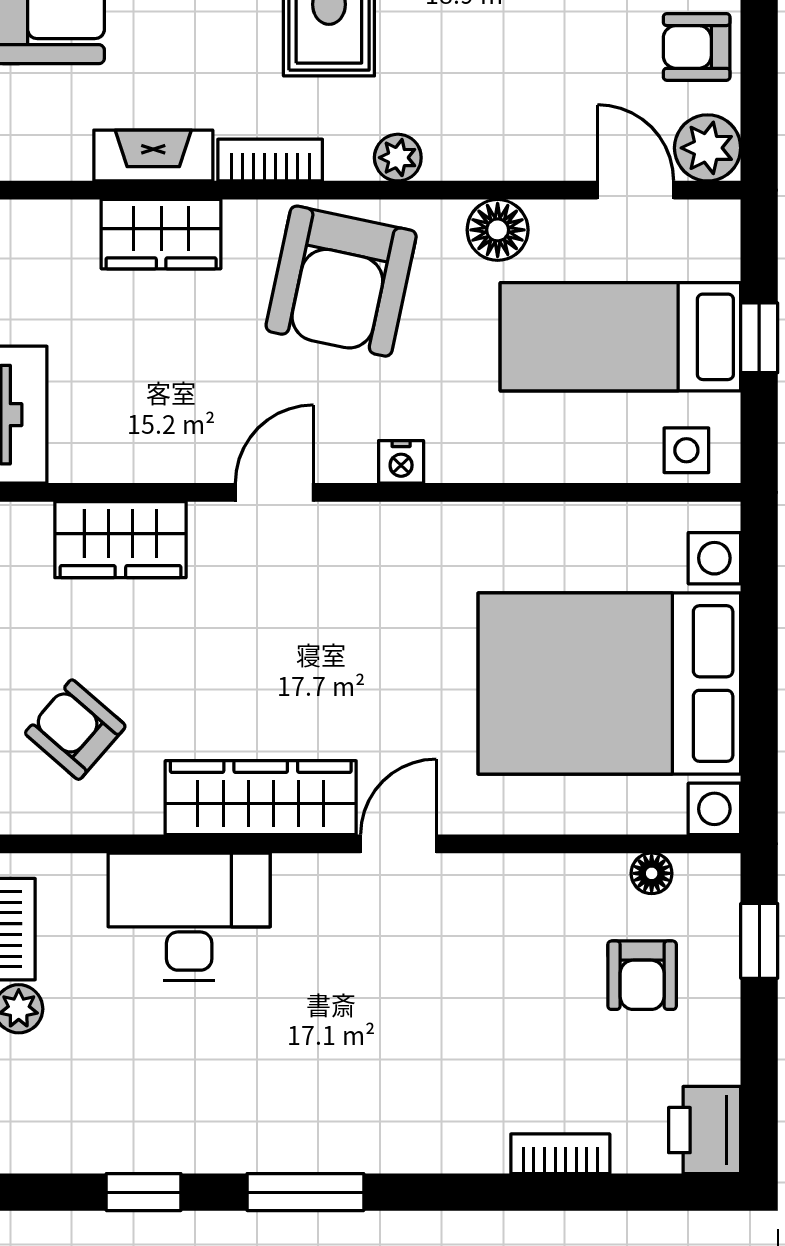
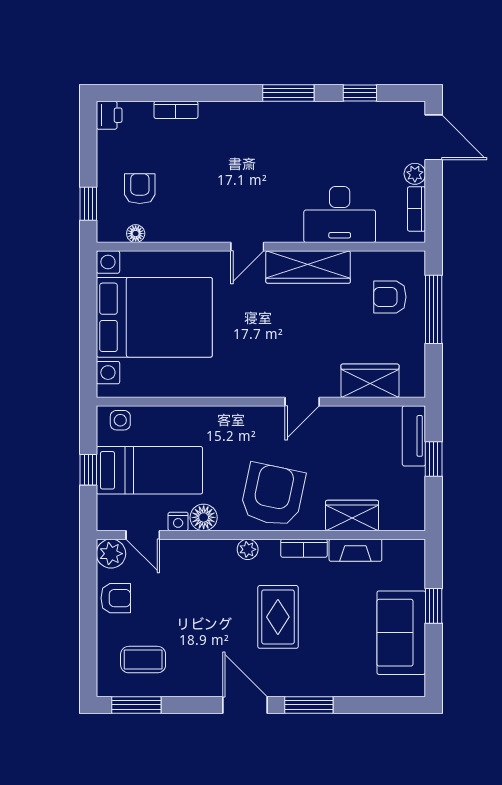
nightstand: (401, 462) -> (178, 521), moved, turned 180
armchair: (75, 730) -> (390, 297), turned 139
printer: (705, 1130) -> (109, 115), width x0.73, depth x0.81

